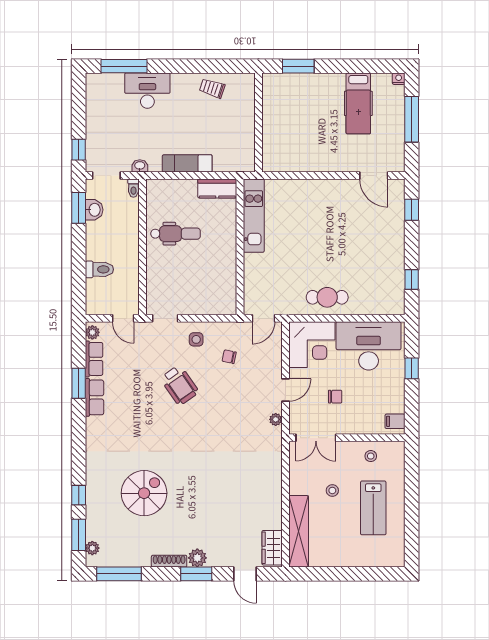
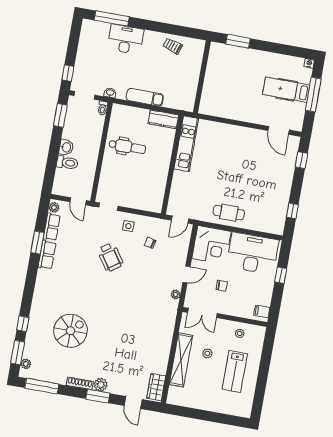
hospital bed: (358, 103) -> (286, 90), moved, turned 90
washbasin: (94, 210) -> (66, 147), moved
shelving: (299, 531) -> (181, 360), moved

